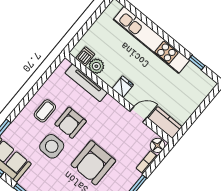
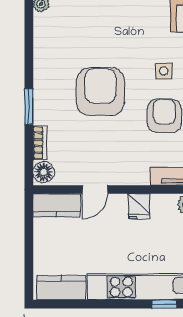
window: (197, 62) -> (164, 304), moved
kitchen counter: (198, 78) -> (61, 288), added
side table: (52, 146) -> (164, 71), width x0.54, depth x0.54

